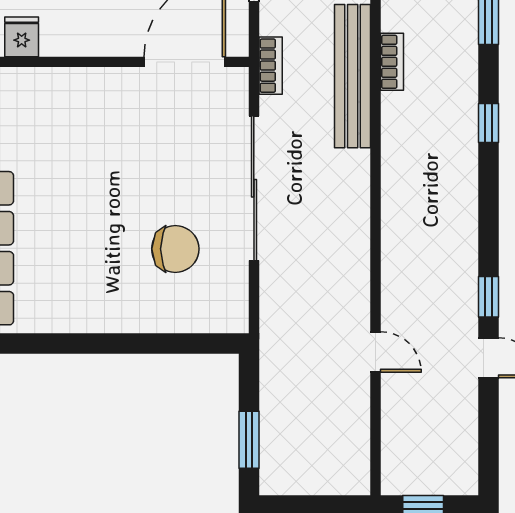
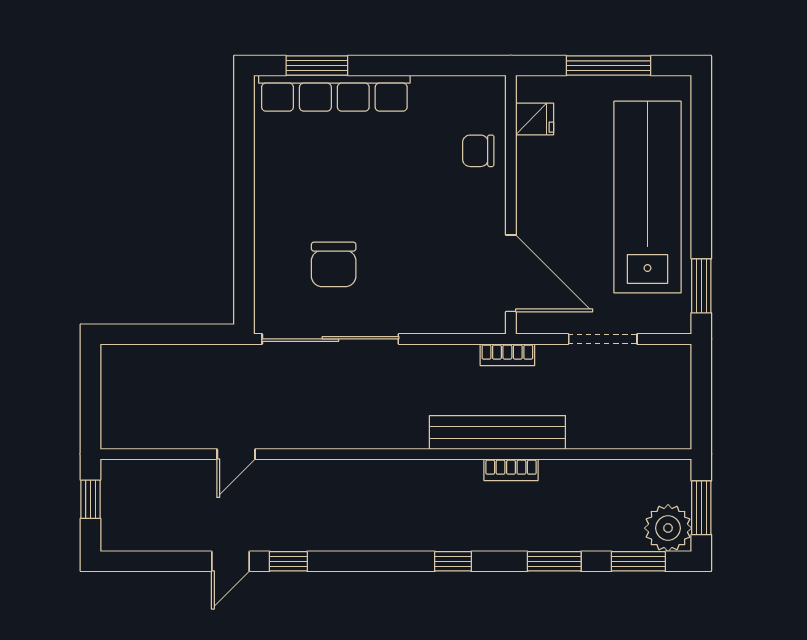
chair: (55, 96) -> (478, 151), added
sliding door: (254, 188) -> (330, 339), moved
window: (249, 440) -> (153, 334), removed

